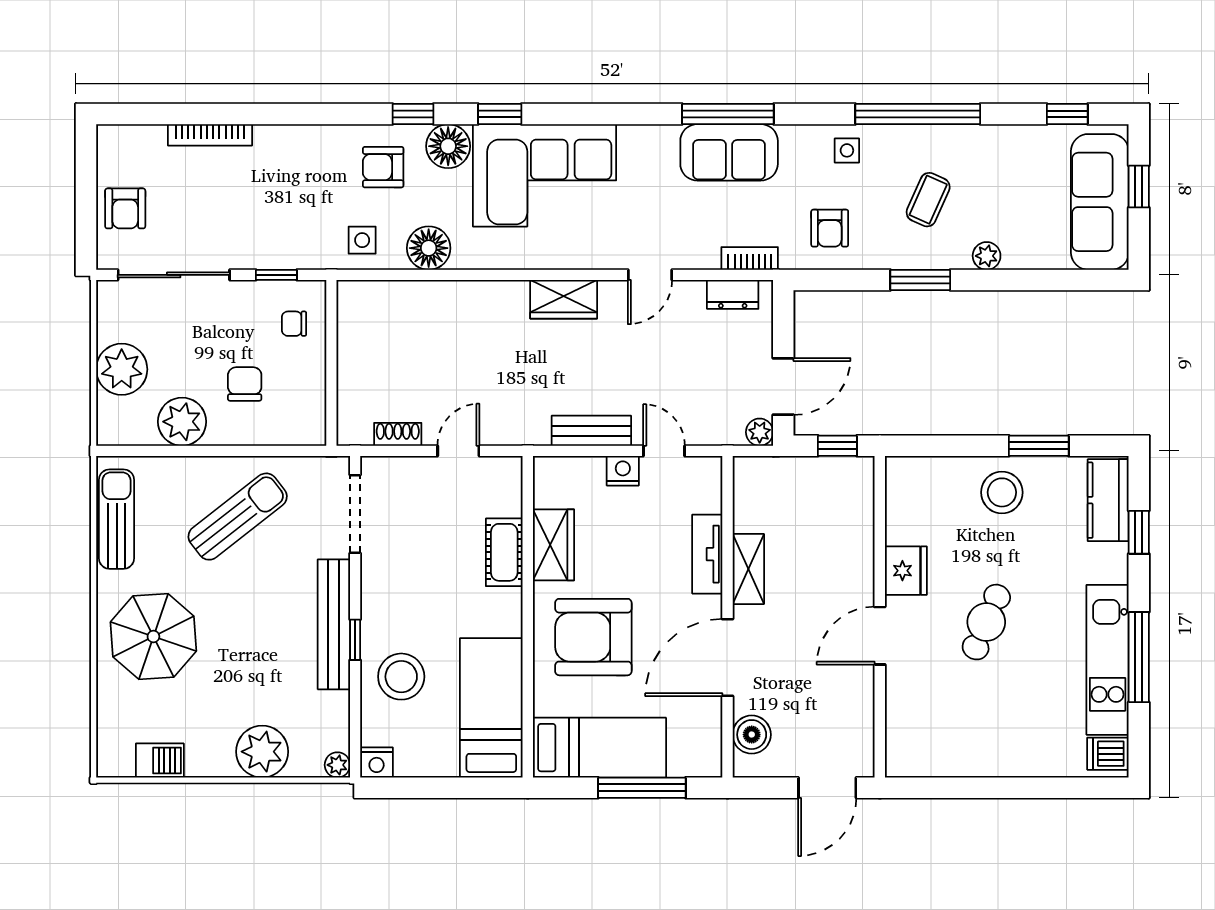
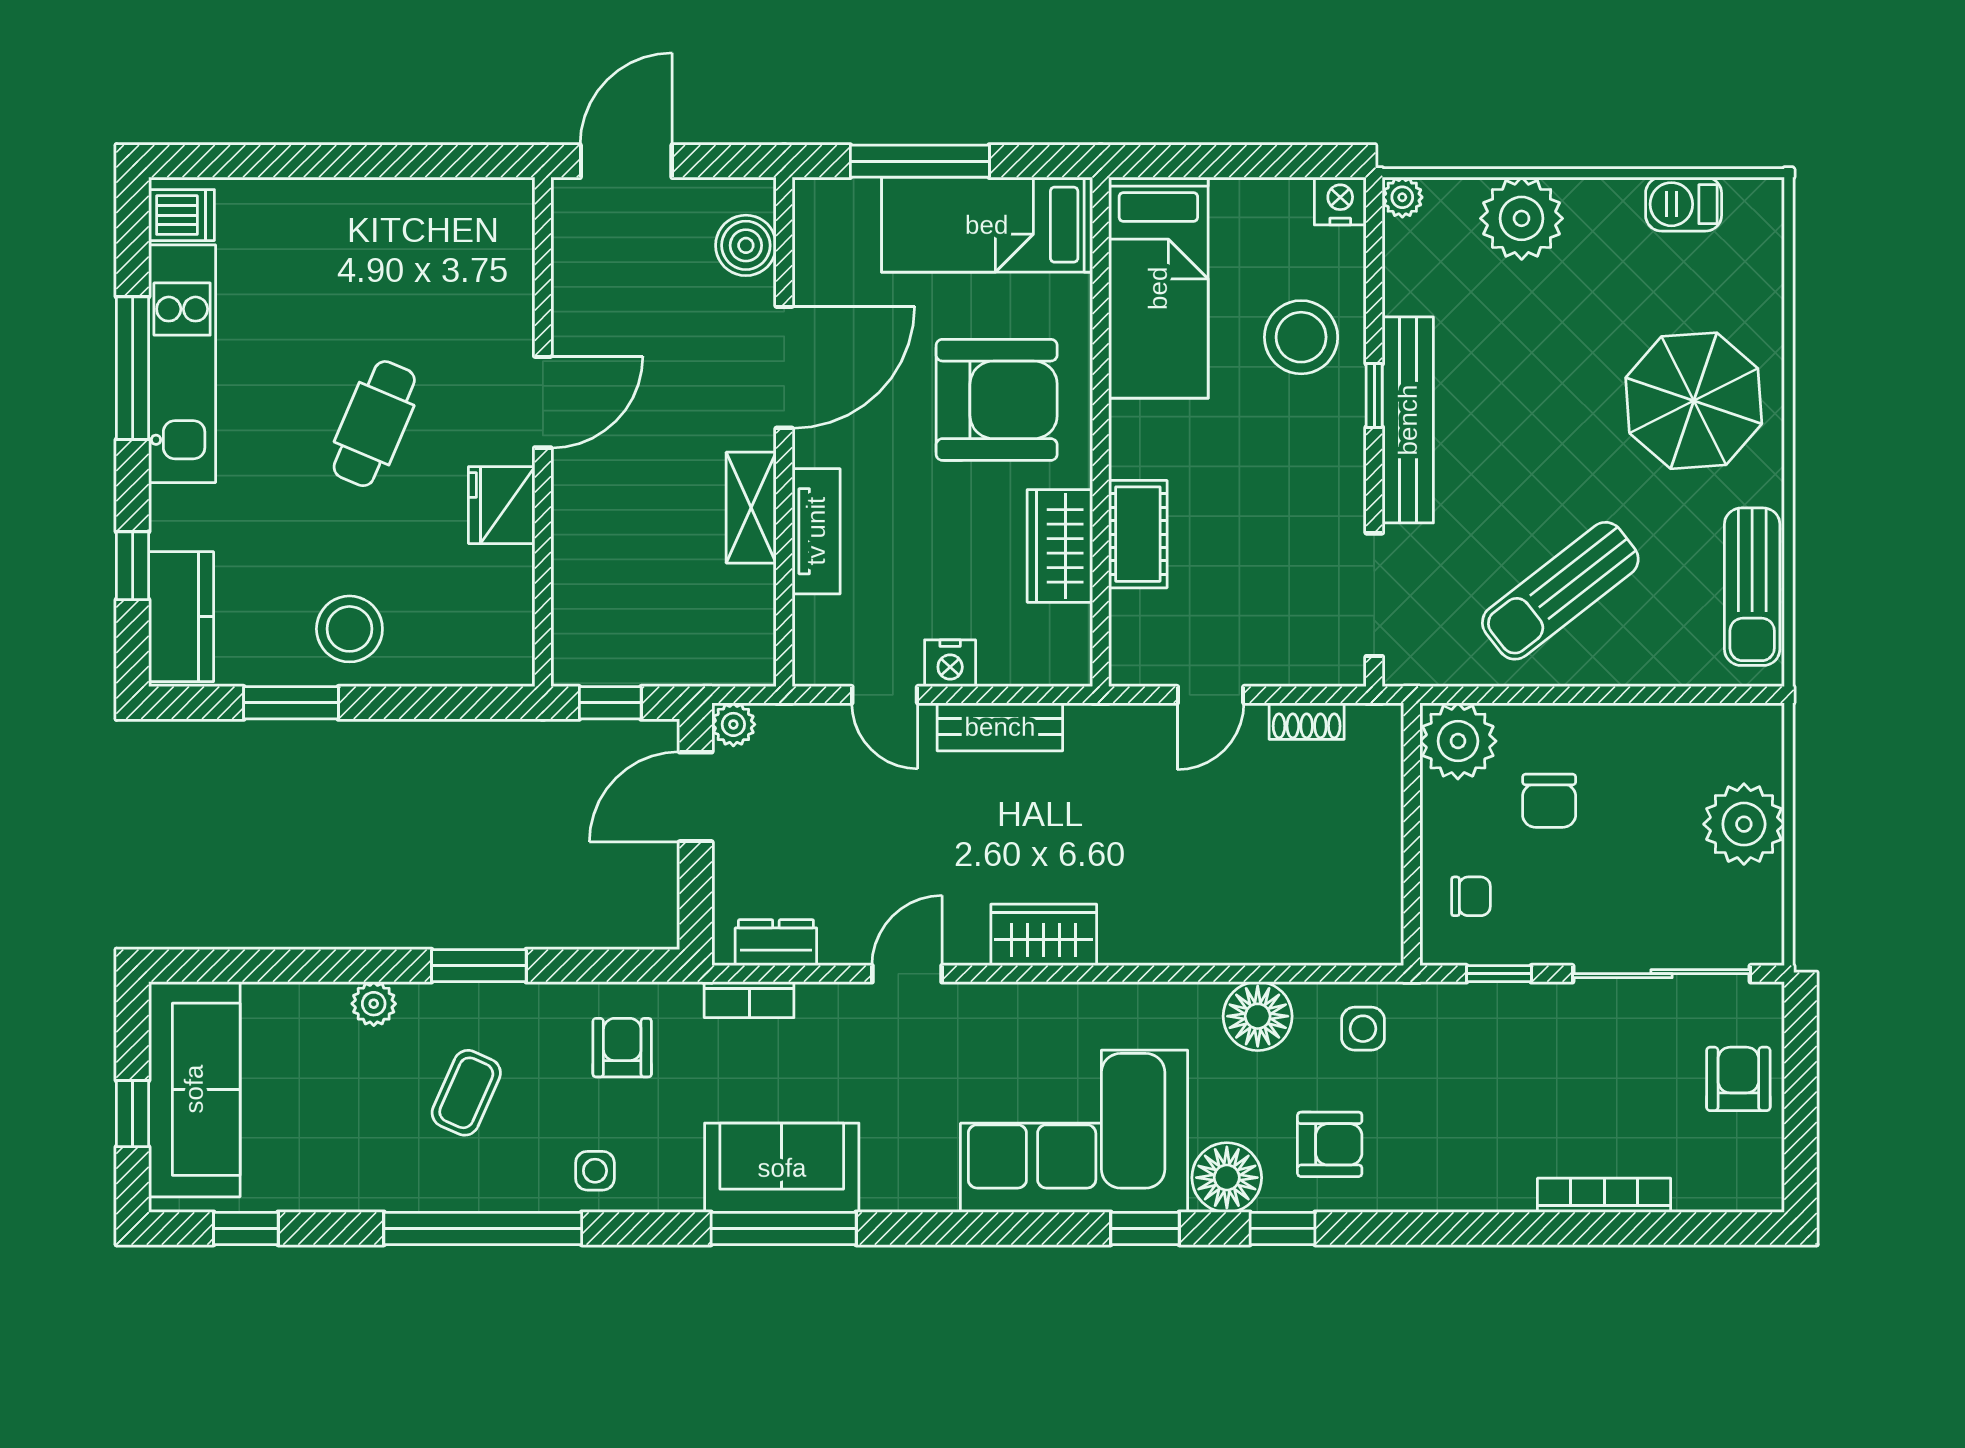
plant: (182, 422) -> (1458, 741), moved

